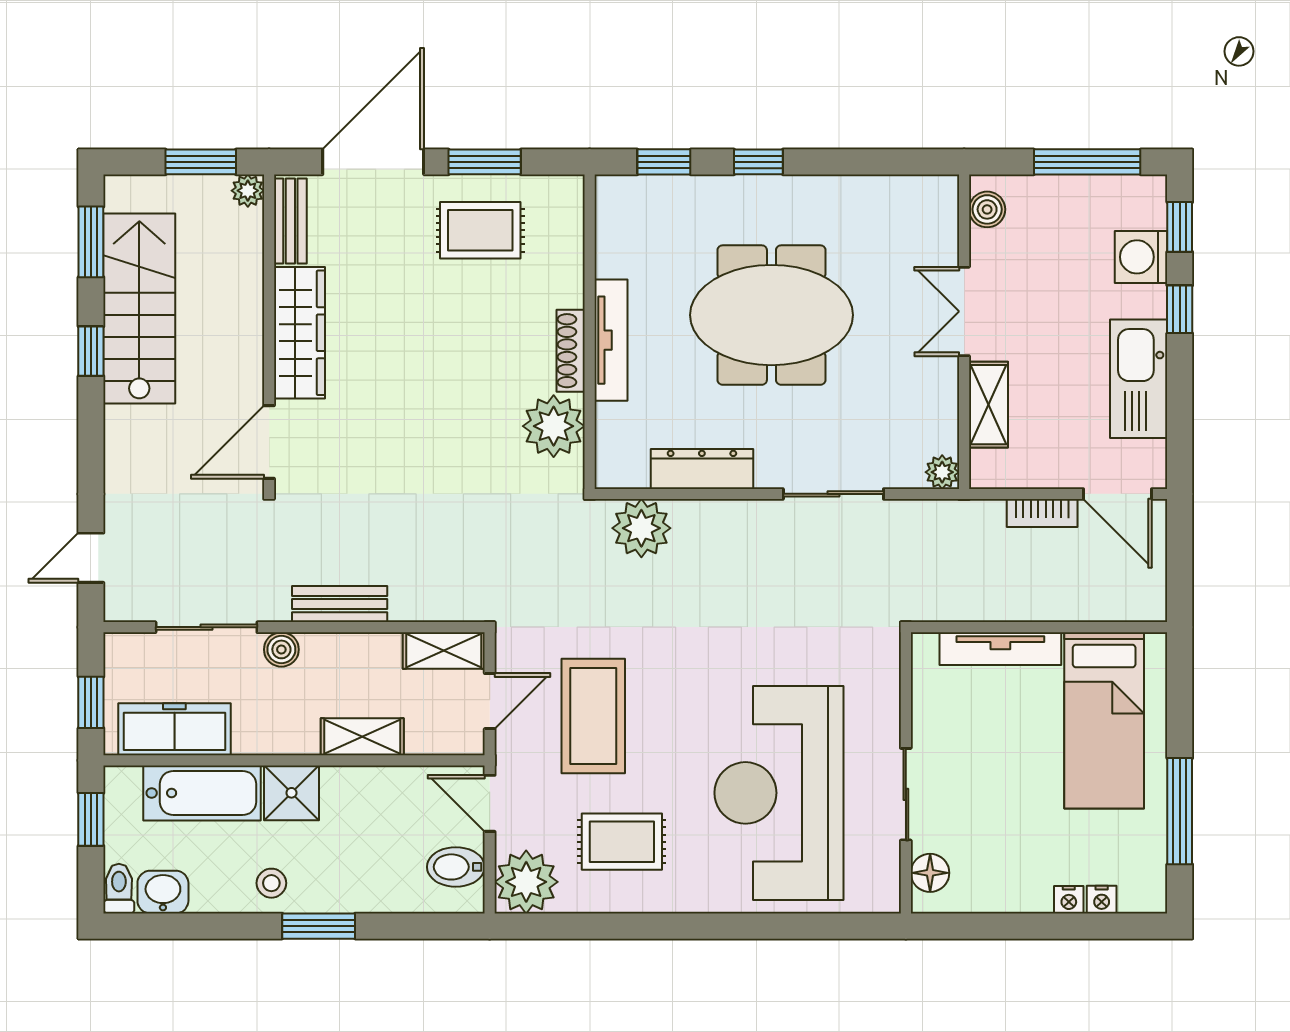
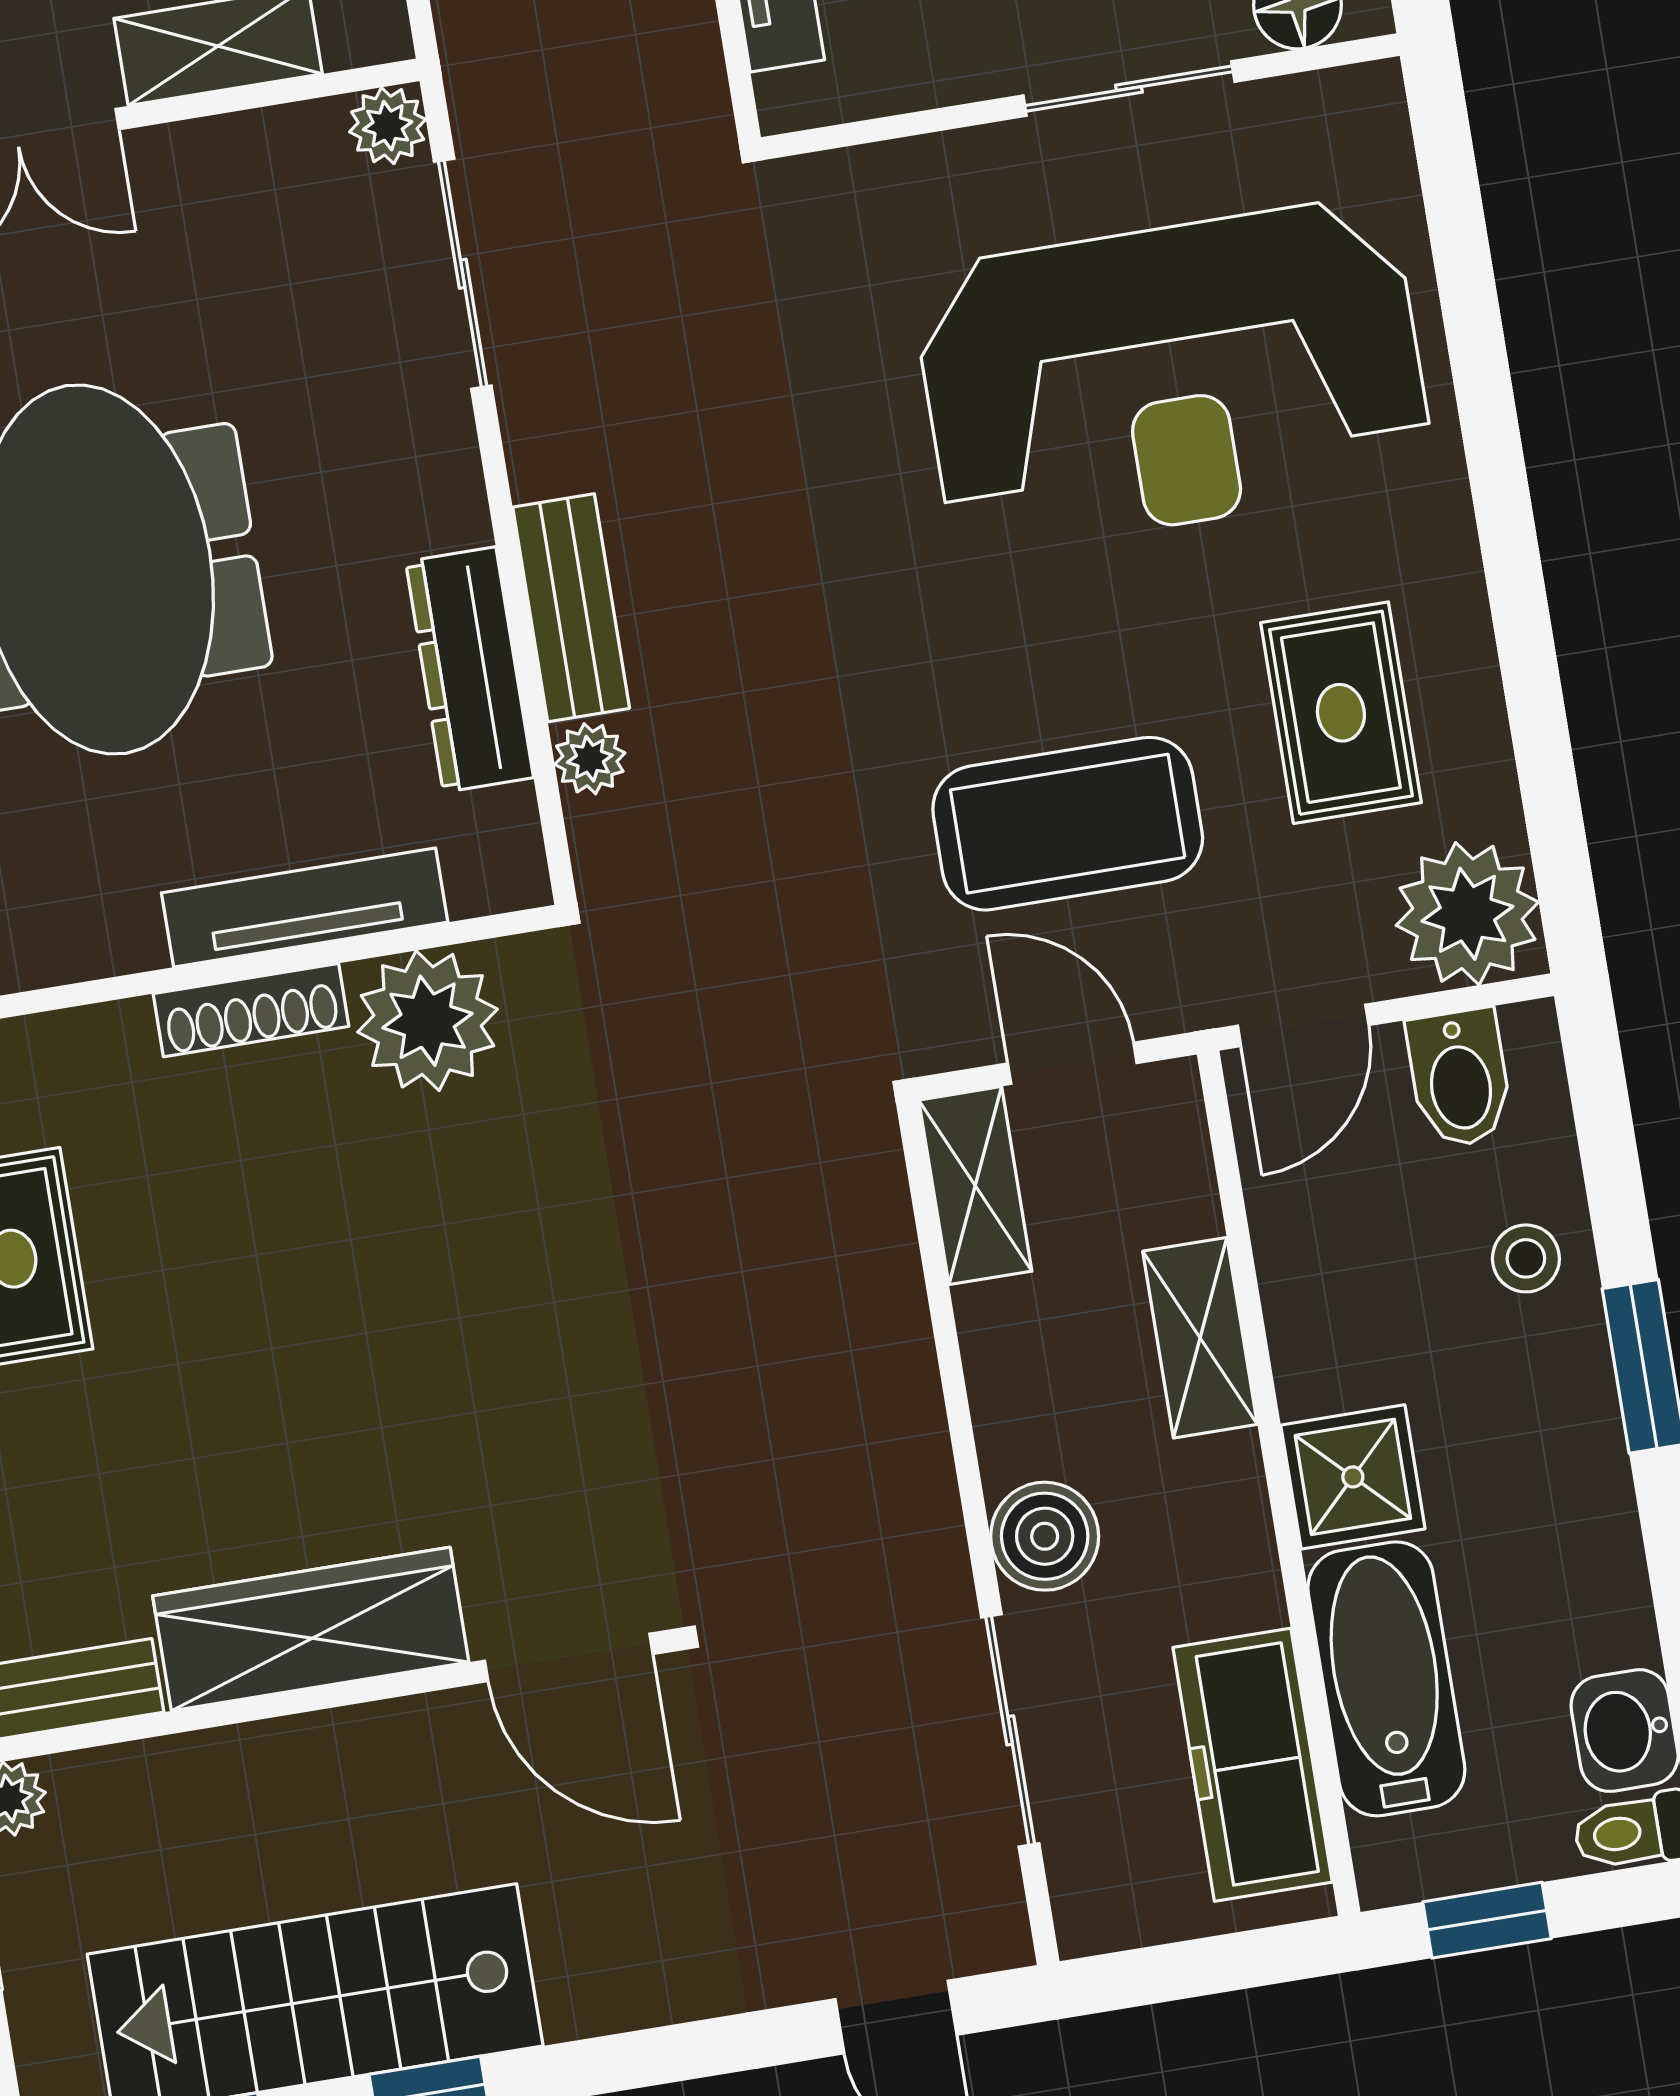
tv unit: (611, 340) -> (305, 908), moved
sliding door: (833, 494) -> (463, 274), moved
plant: (641, 528) -> (590, 759), width x0.53, depth x0.53
bench: (340, 604) -> (571, 608), moved
boiler: (281, 649) -> (1045, 1536), width x1.36, depth x1.36
window: (91, 702) -> (1223, 1963), removed
stool: (271, 883) -> (1526, 1258), moved

